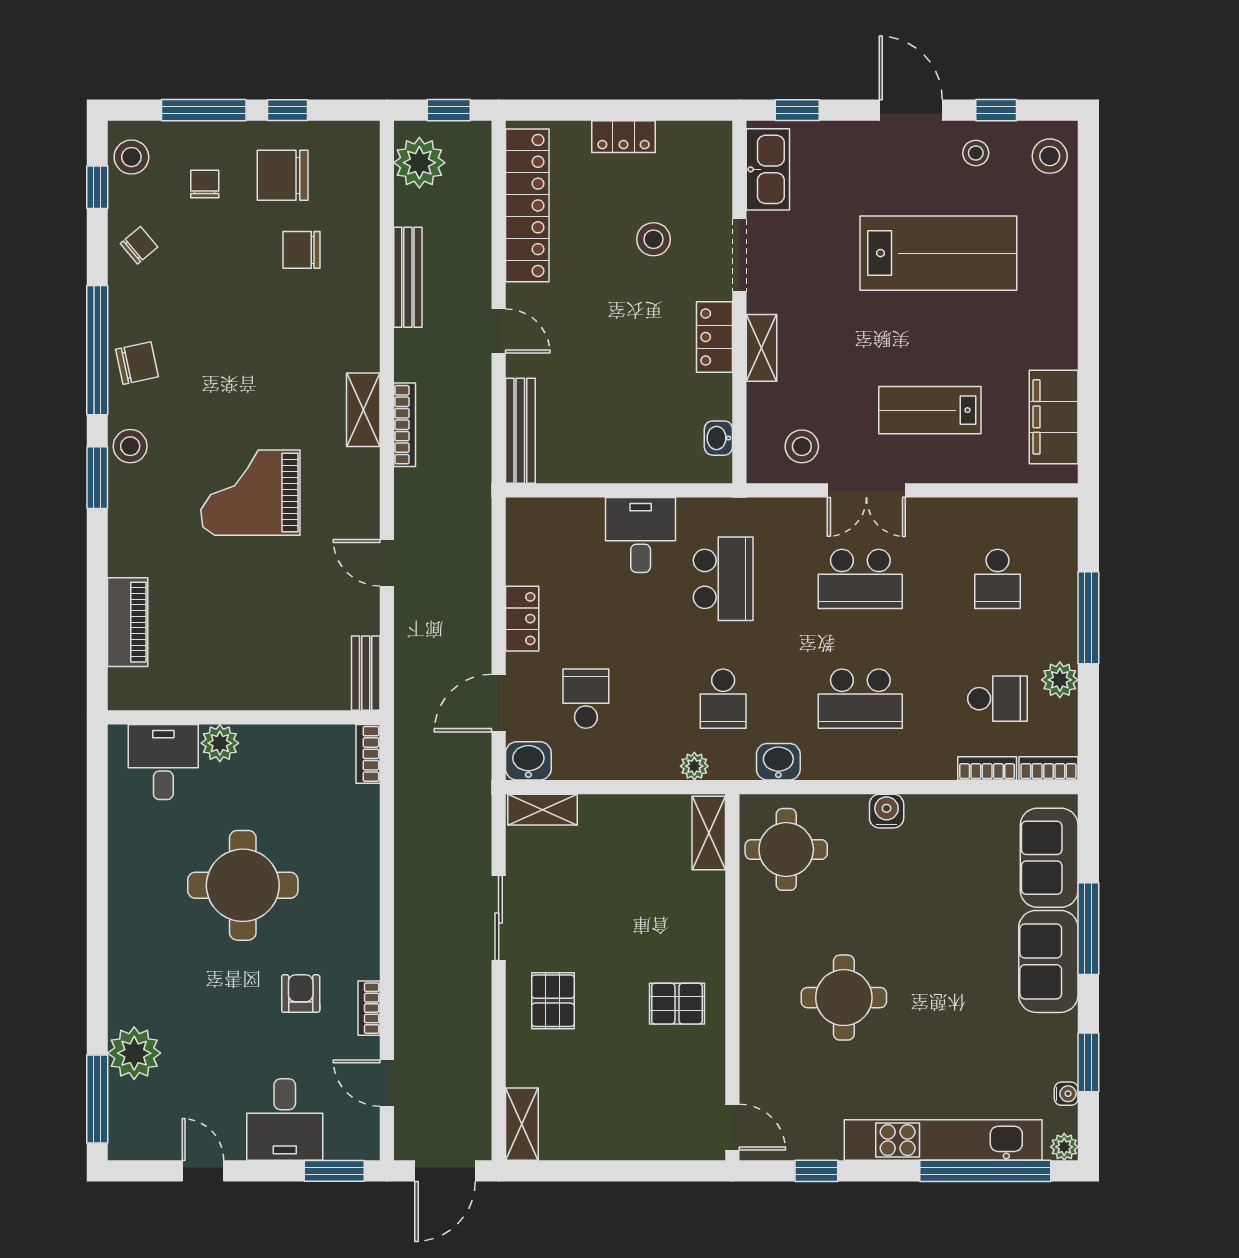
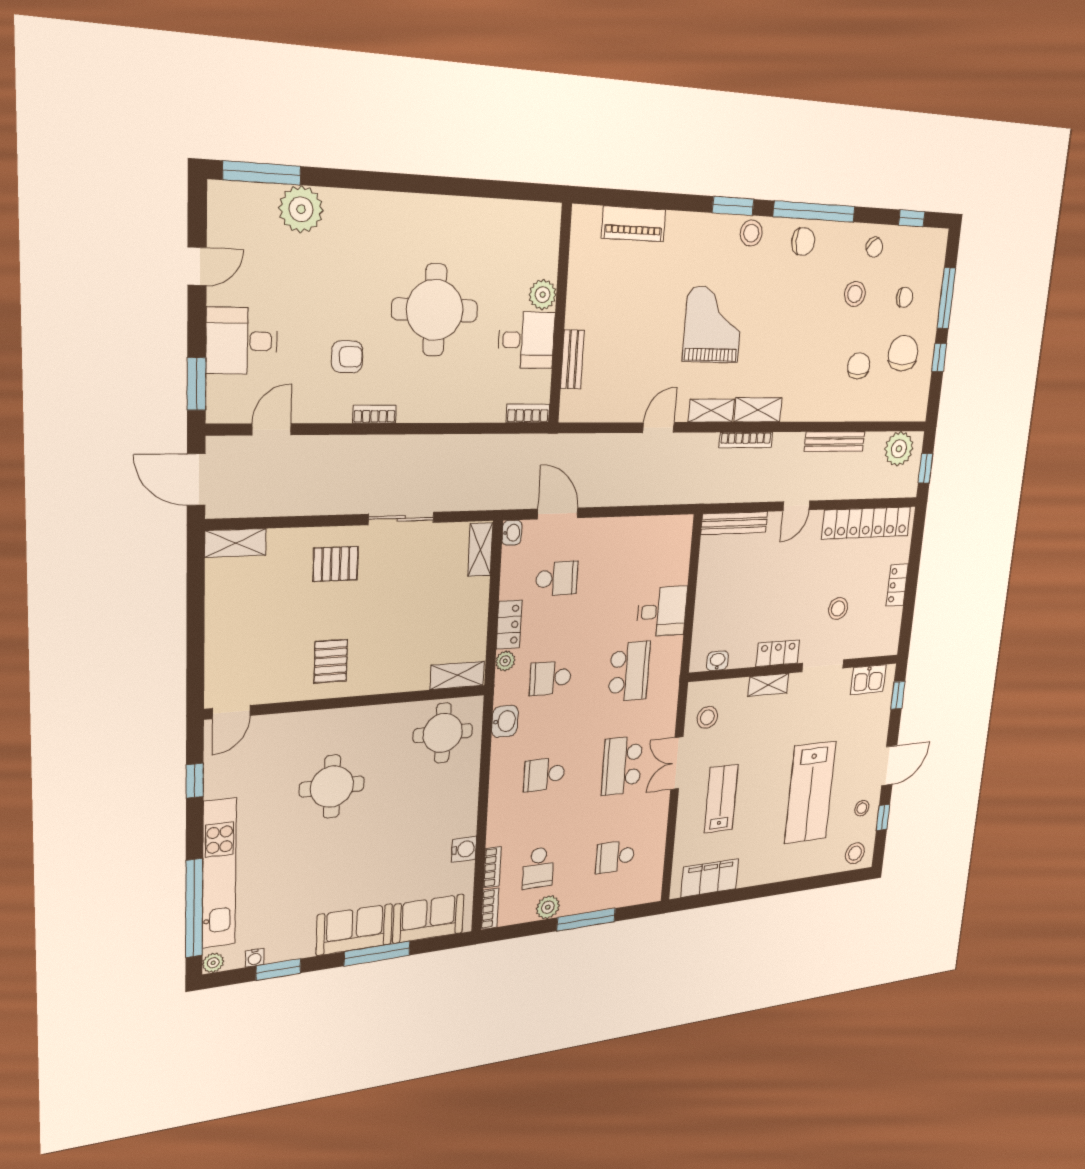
stool: (131, 157) -> (855, 294), moved
kitchen sink: (768, 169) -> (868, 680), width x0.73
chair: (137, 363) -> (803, 241), turned -78
shelving: (364, 484) -> (711, 411), added
school desk: (723, 579) -> (629, 671), turned -90
locker: (522, 619) -> (509, 625), moved, turned -90
bench: (366, 673) -> (572, 360), moved, turned 90
school desk: (860, 699) -> (544, 774), width x0.54
washbasin: (528, 761) -> (512, 533), width x0.72, depth x0.69
desk: (163, 762) -> (526, 340), moved
water cooler: (887, 811) -> (464, 849), moved
bookcase: (369, 1008) -> (375, 414), moved

